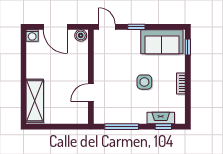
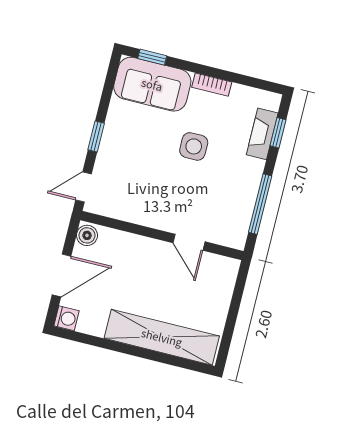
sofa: (162, 42) -> (152, 84), moved, turned 90
shelving: (35, 101) -> (162, 337), width x1.47

